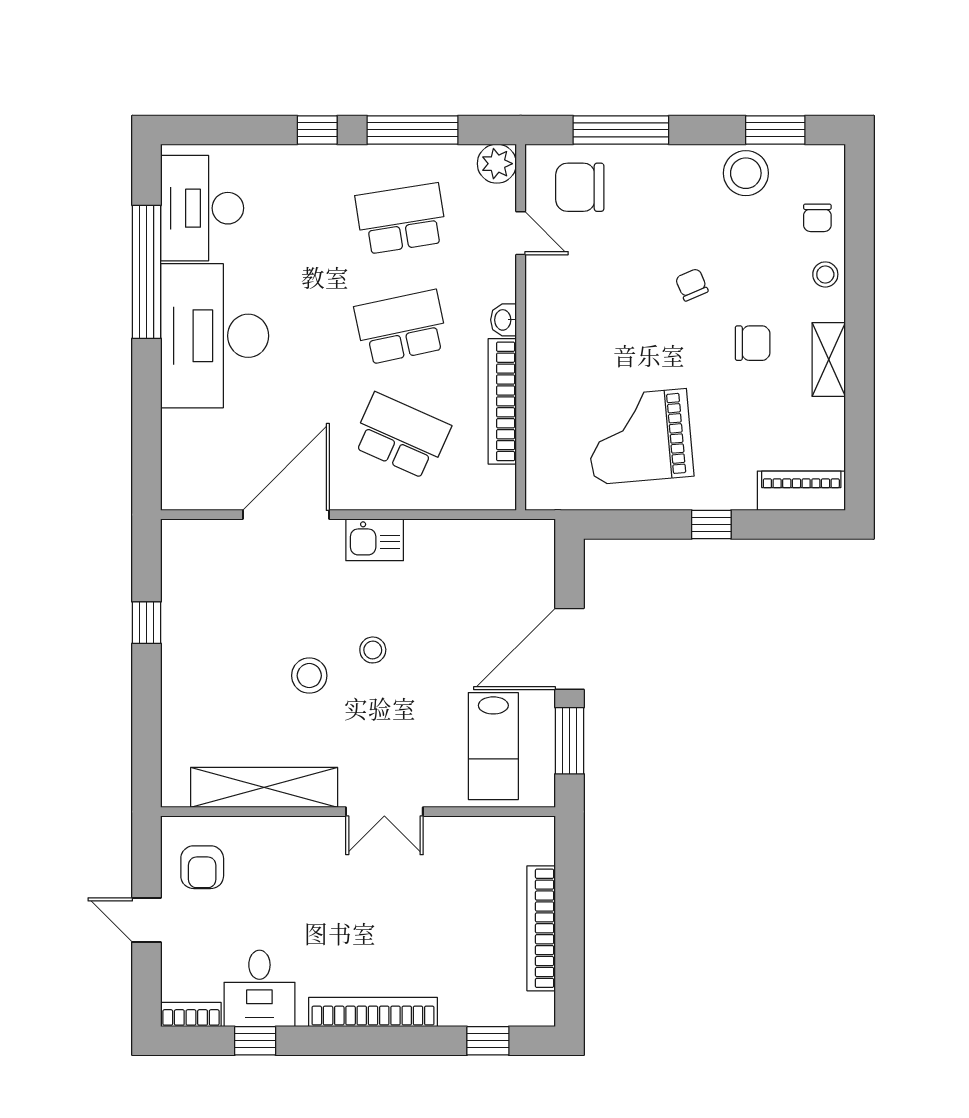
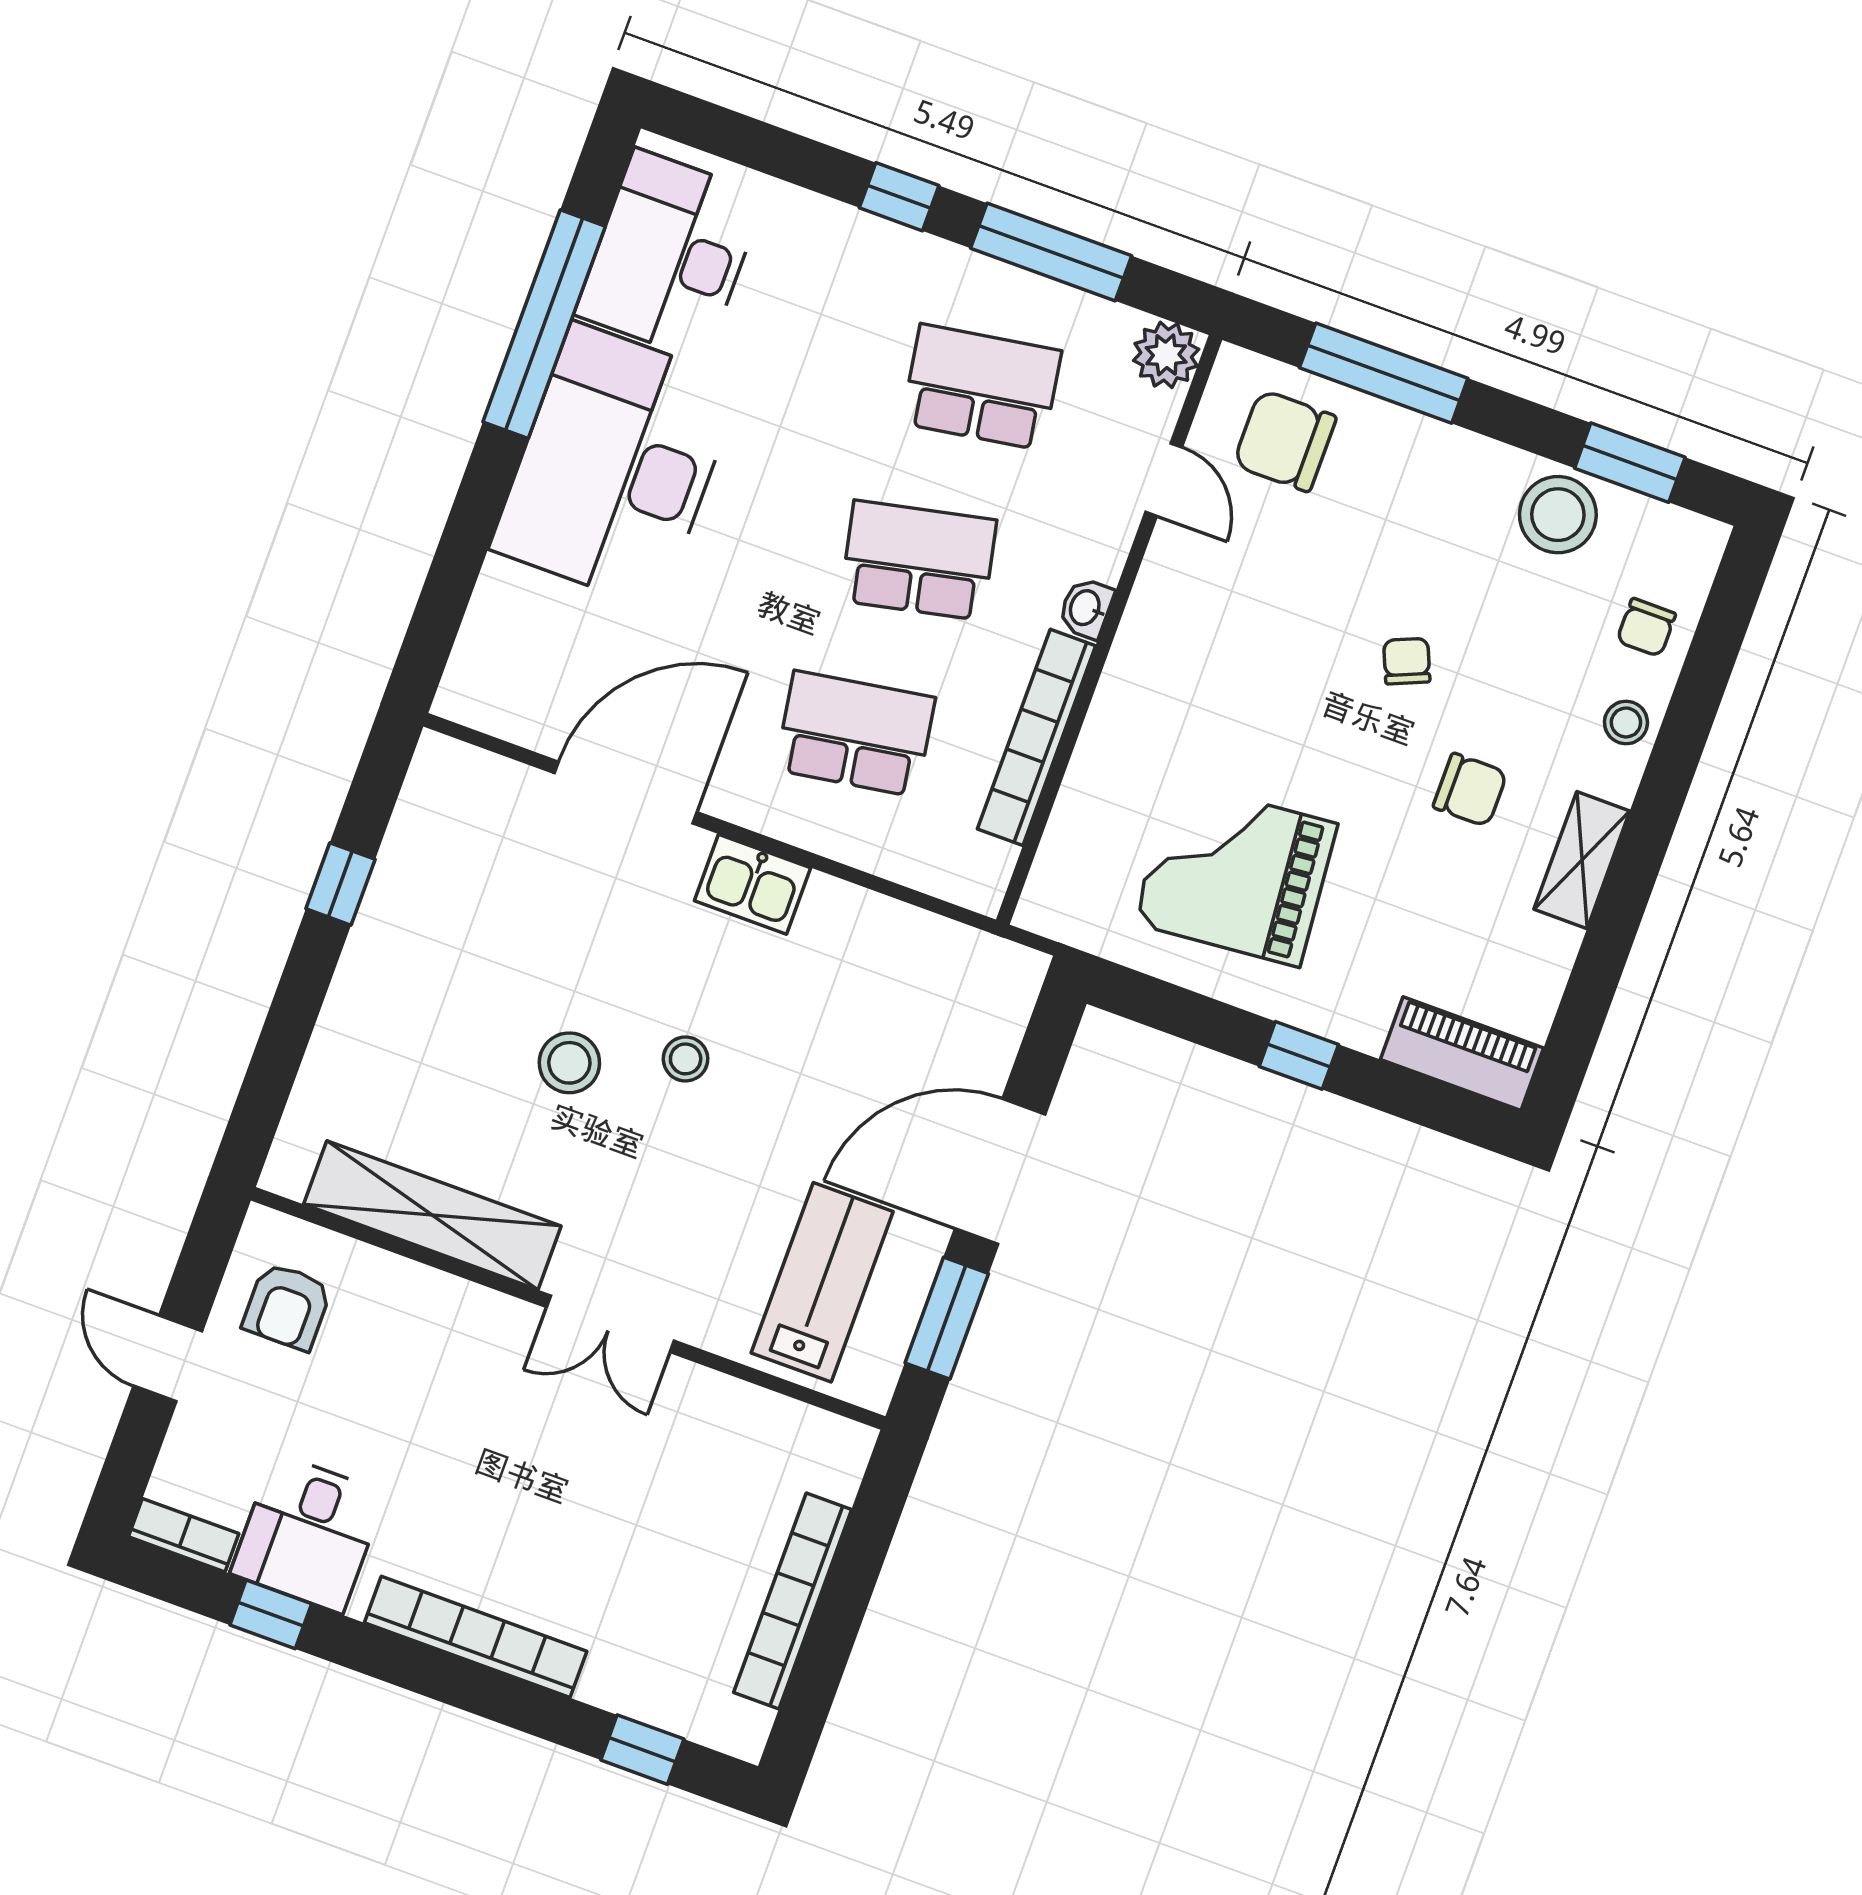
school desk: (401, 436) -> (855, 734), turned -33
lab bench: (493, 746) -> (822, 1282), turned 180

